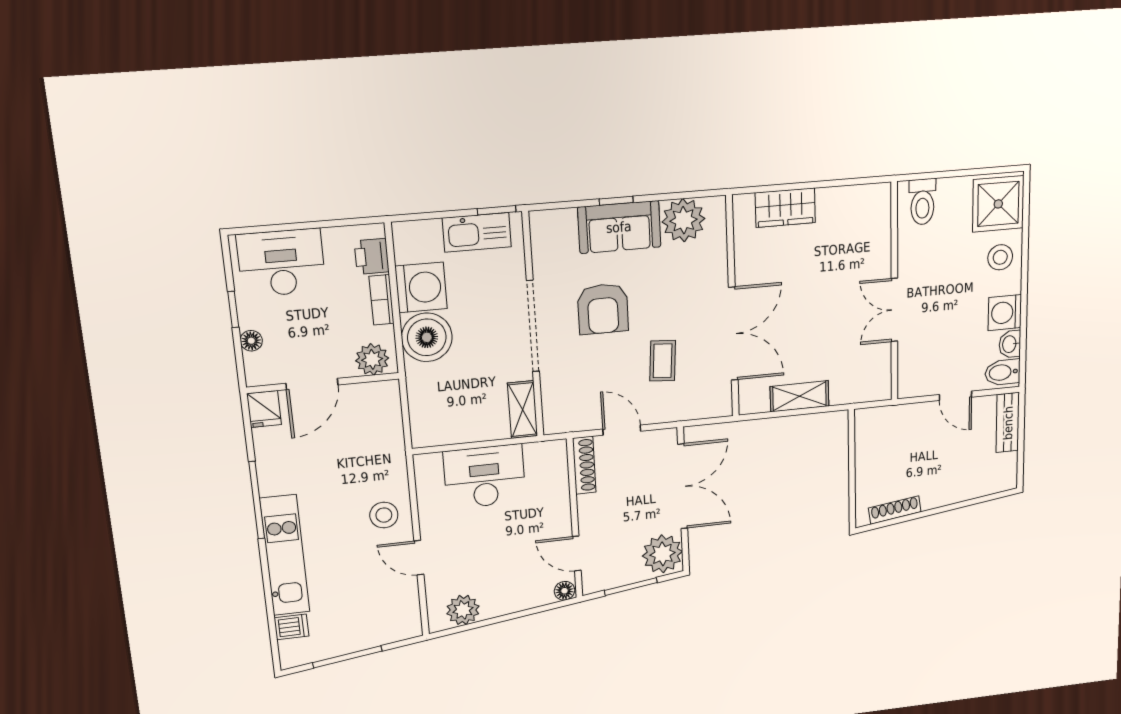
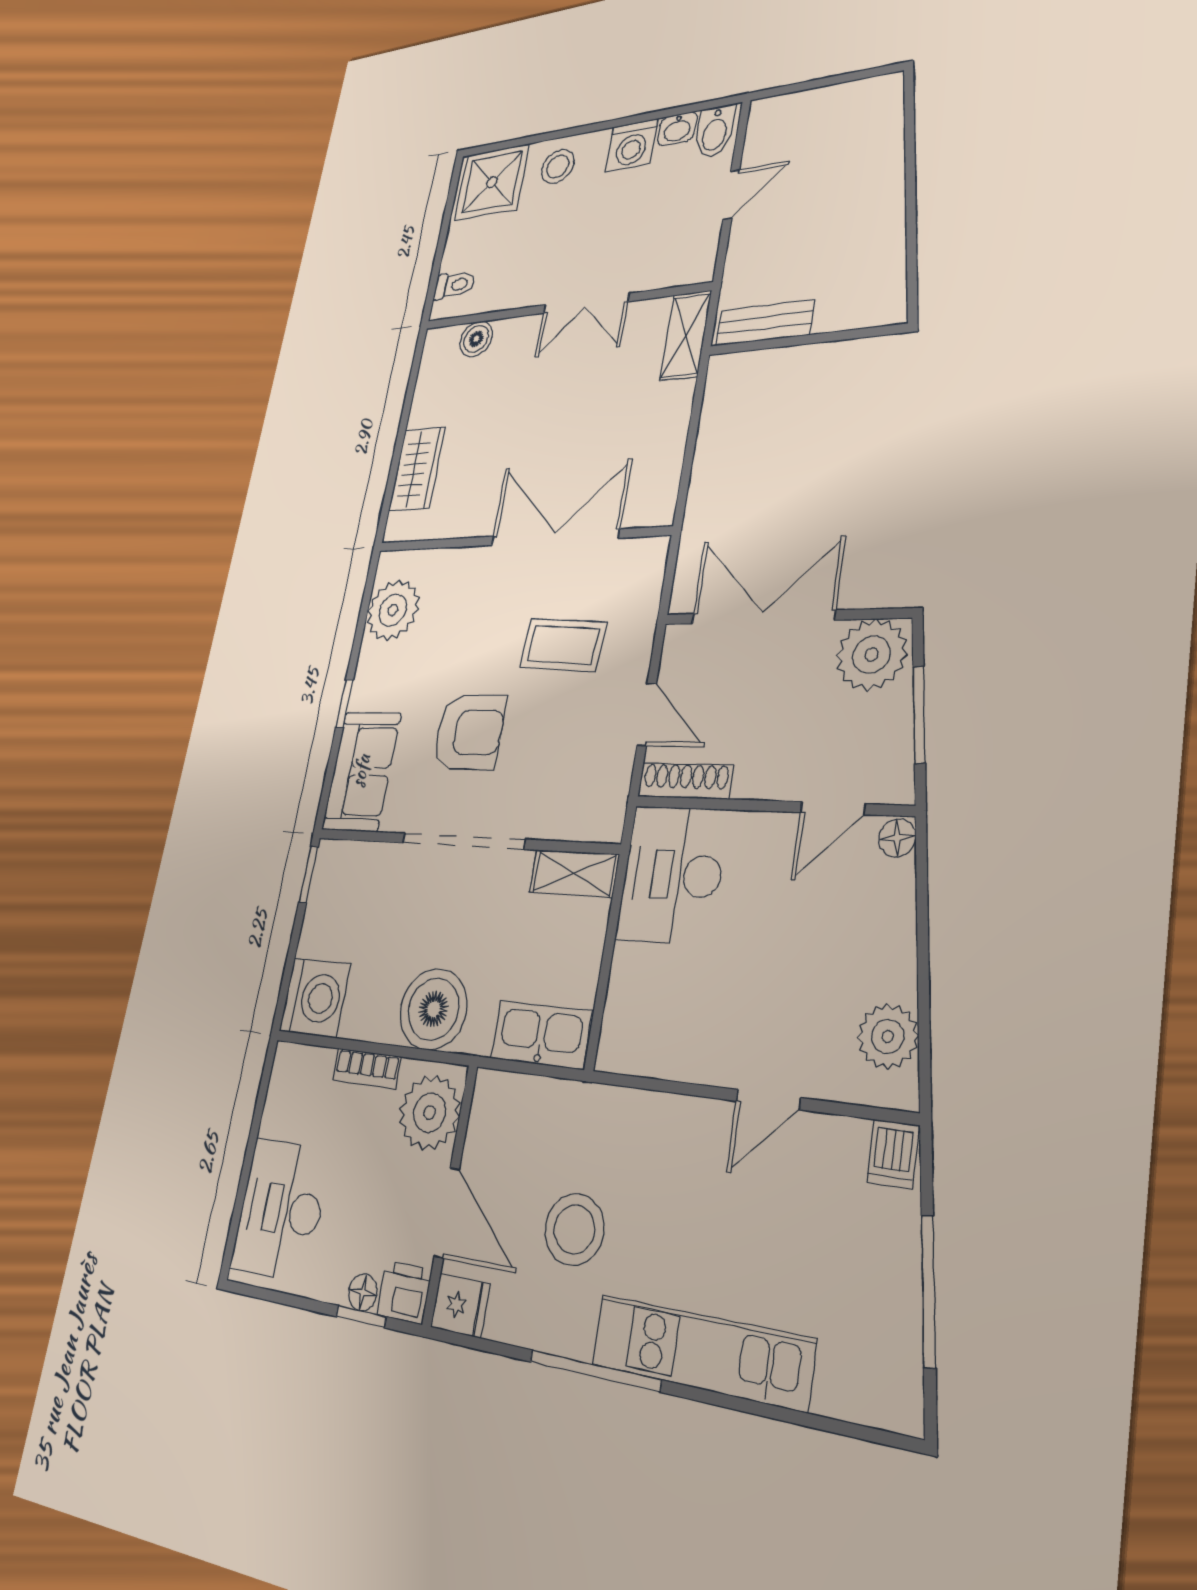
toilet: (922, 202) -> (454, 285), width x0.73, depth x0.72
sofa: (619, 227) -> (361, 771), moved
boiler: (879, 228) -> (476, 339), added
kitchen sink: (477, 232) -> (541, 1035), moved, turned -90
printer: (372, 256) -> (404, 1292), moved, turned 180
washing machine: (421, 287) -> (315, 998), moved, turned 90
window: (233, 309) -> (361, 1317), moved
plant: (372, 359) -> (430, 1113), width x1.36, depth x1.36
coffee table: (663, 361) -> (563, 645), width x1.36, depth x1.30
shelving: (800, 396) -> (686, 335), moved
bench: (1008, 423) -> (765, 323), moved
door: (622, 430) -> (647, 714), swing flipped
desk: (485, 477) -> (672, 875), moved
shoe rack: (895, 510) -> (892, 262), removed
stool: (384, 515) -> (574, 1229), moved, width x1.38, depth x1.38
dishwasher: (291, 627) -> (893, 1154), moved, turned 180

